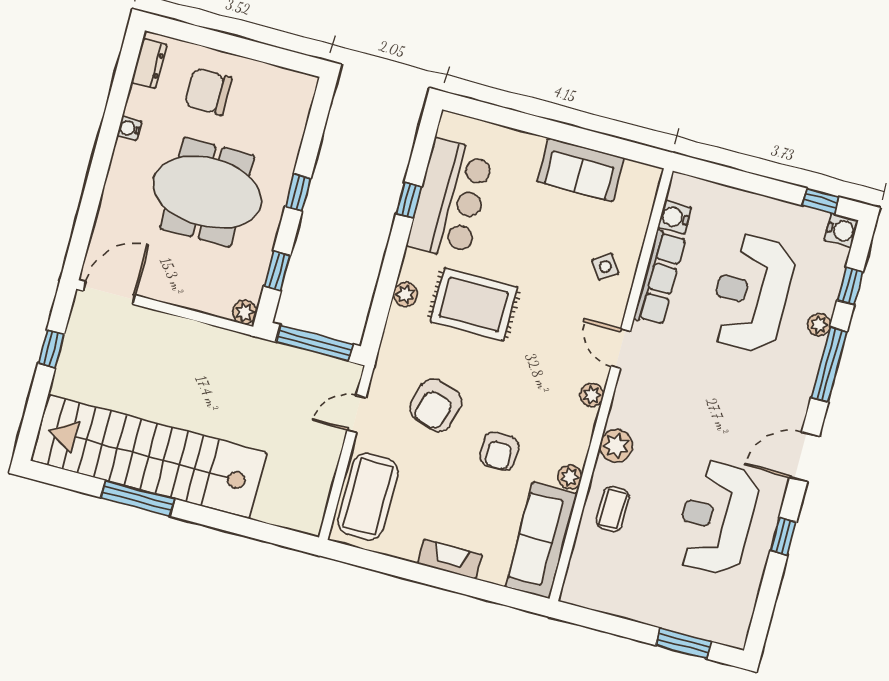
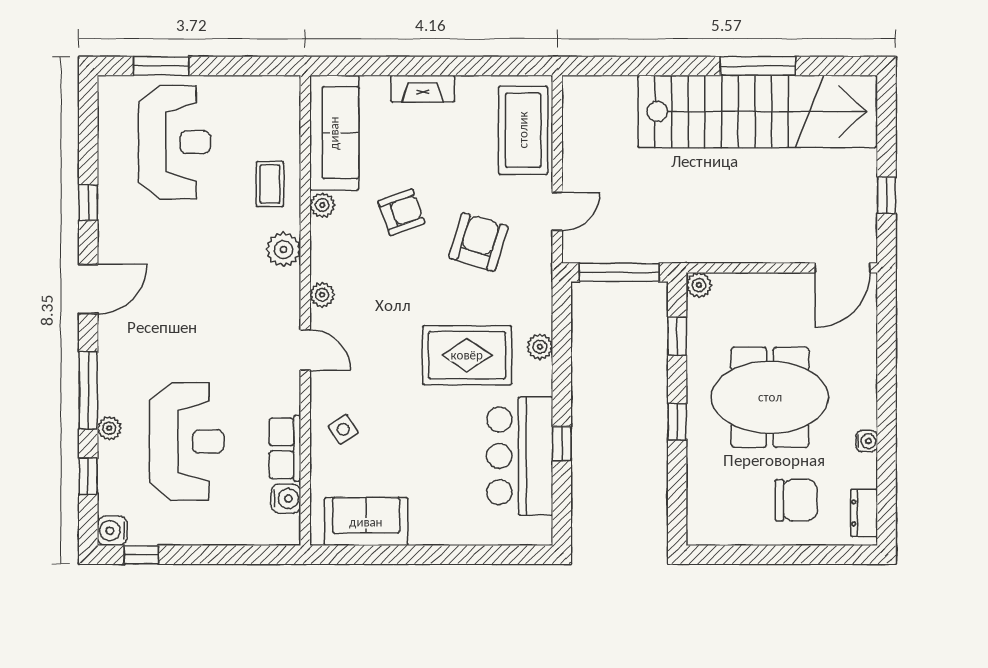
sofa: (580, 170) -> (366, 522), moved
row of seats: (659, 278) -> (285, 448), width x0.68
armchair: (499, 451) -> (401, 212), turned 70
reception desk: (717, 518) -> (174, 142), moved

